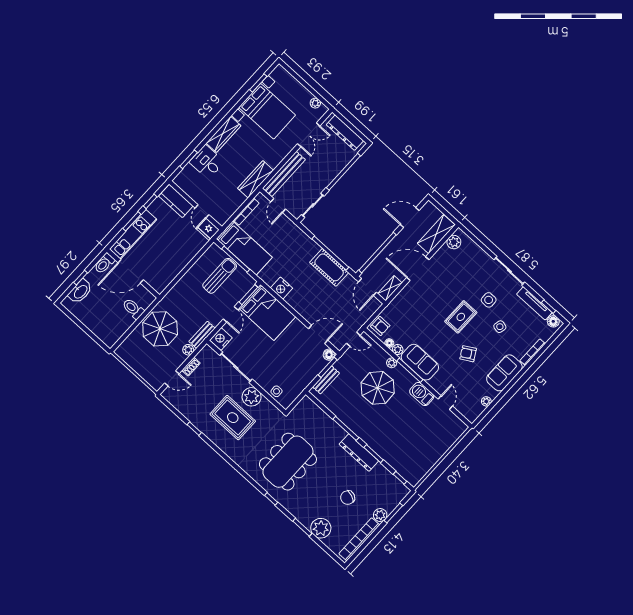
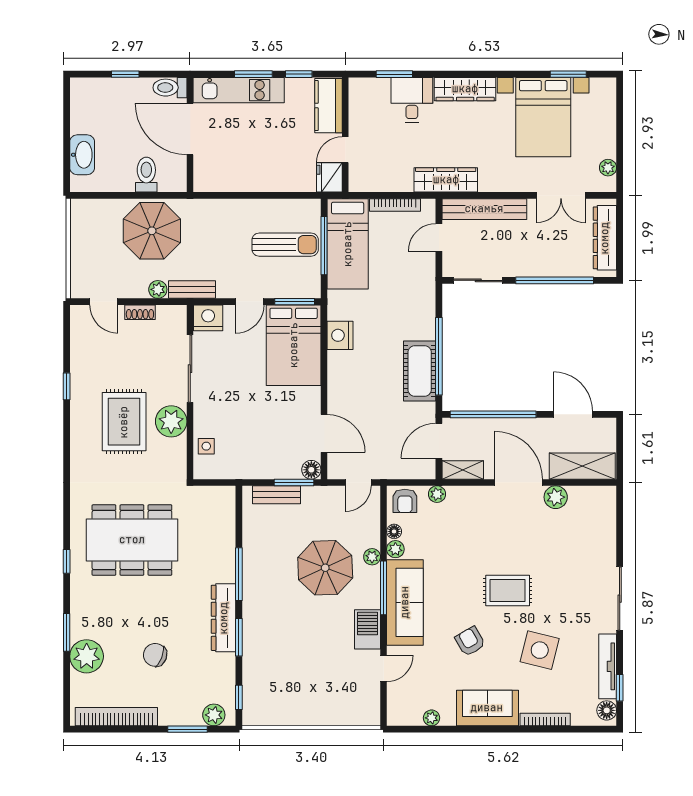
plant: (454, 242) -> (556, 497), moved
washbasin: (80, 292) -> (82, 155), moved, turned -90
side table: (489, 300) -> (560, 606), removed
plant: (390, 309) -> (437, 494), added
side table: (500, 327) -> (540, 650), width x1.87, depth x1.87
door: (353, 339) -> (358, 482), hinge flipped
sofa: (420, 362) -> (405, 602), width x1.36
plant: (380, 515) -> (214, 715), moved

